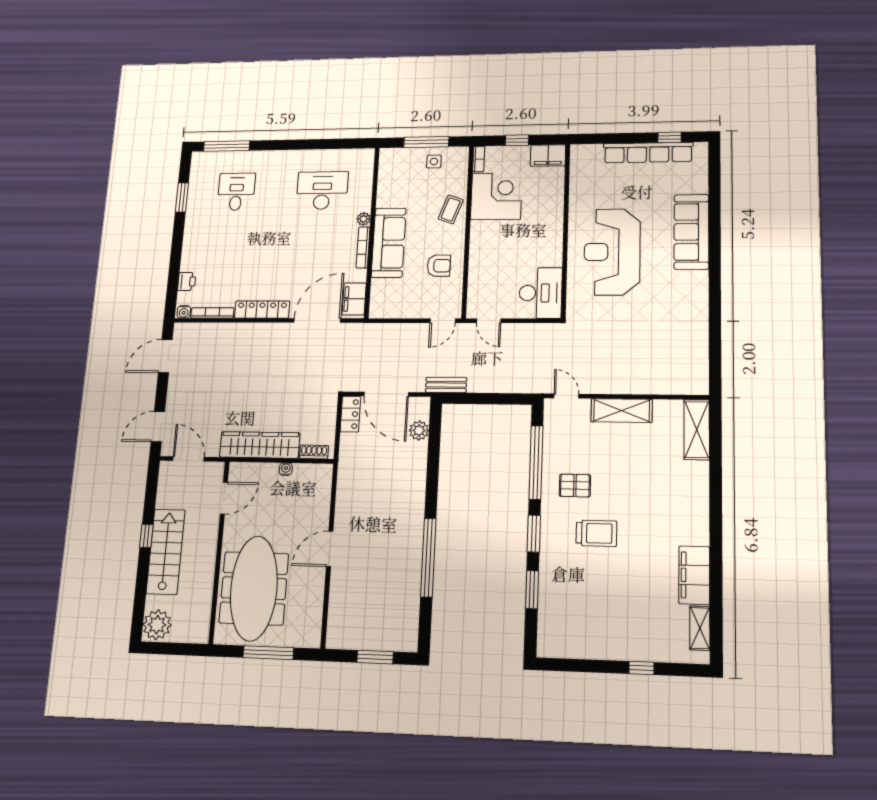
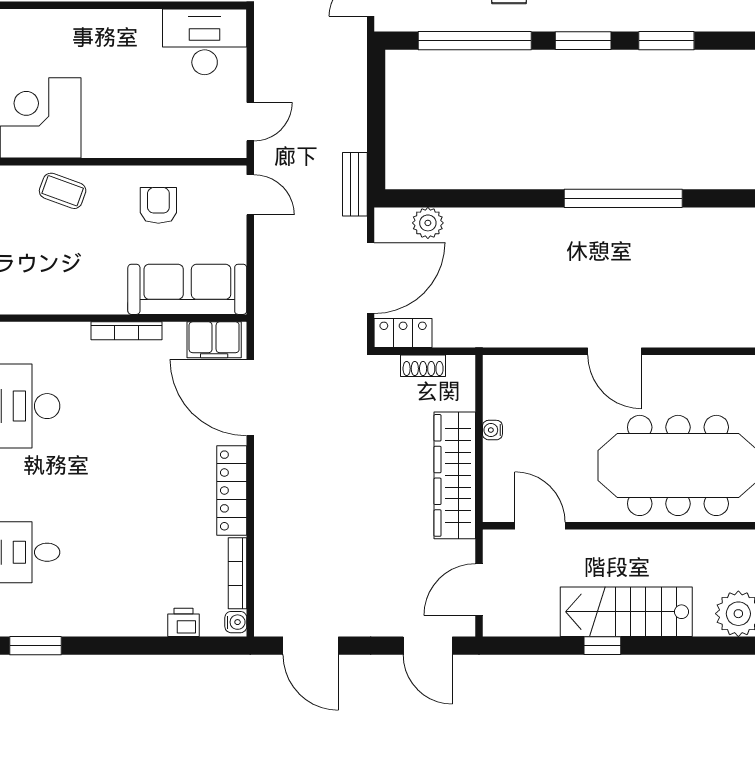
plant: (364, 219) -> (77, 333), removed
sofa: (389, 243) -> (187, 289), moved
shoe rack: (314, 452) -> (423, 366), moved, turned -90

